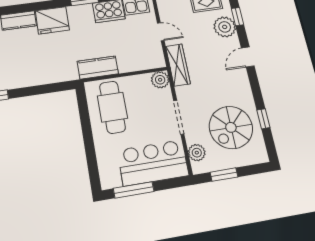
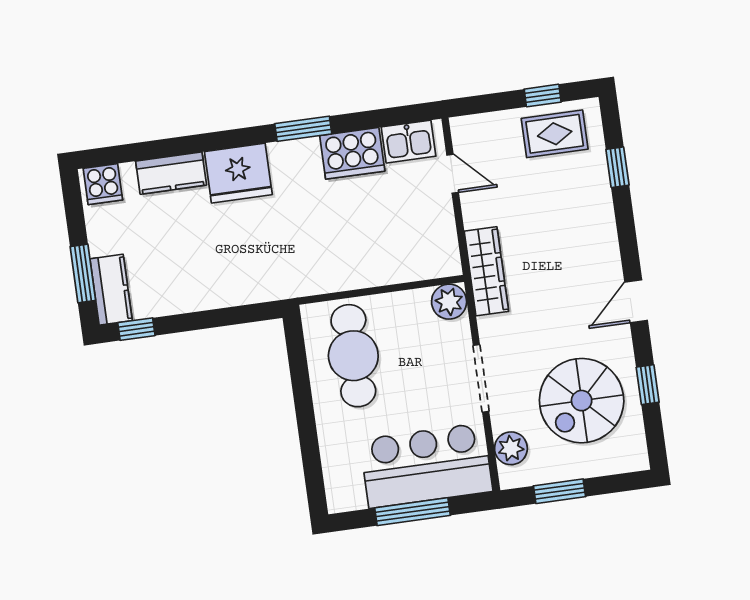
plant: (225, 27) -> (588, 190), removed
door: (161, 32) -> (453, 174), moved
door: (248, 57) -> (636, 301), moved
kitchen counter: (98, 67) -> (327, 274), removed
window: (134, 190) -> (412, 512), moved

